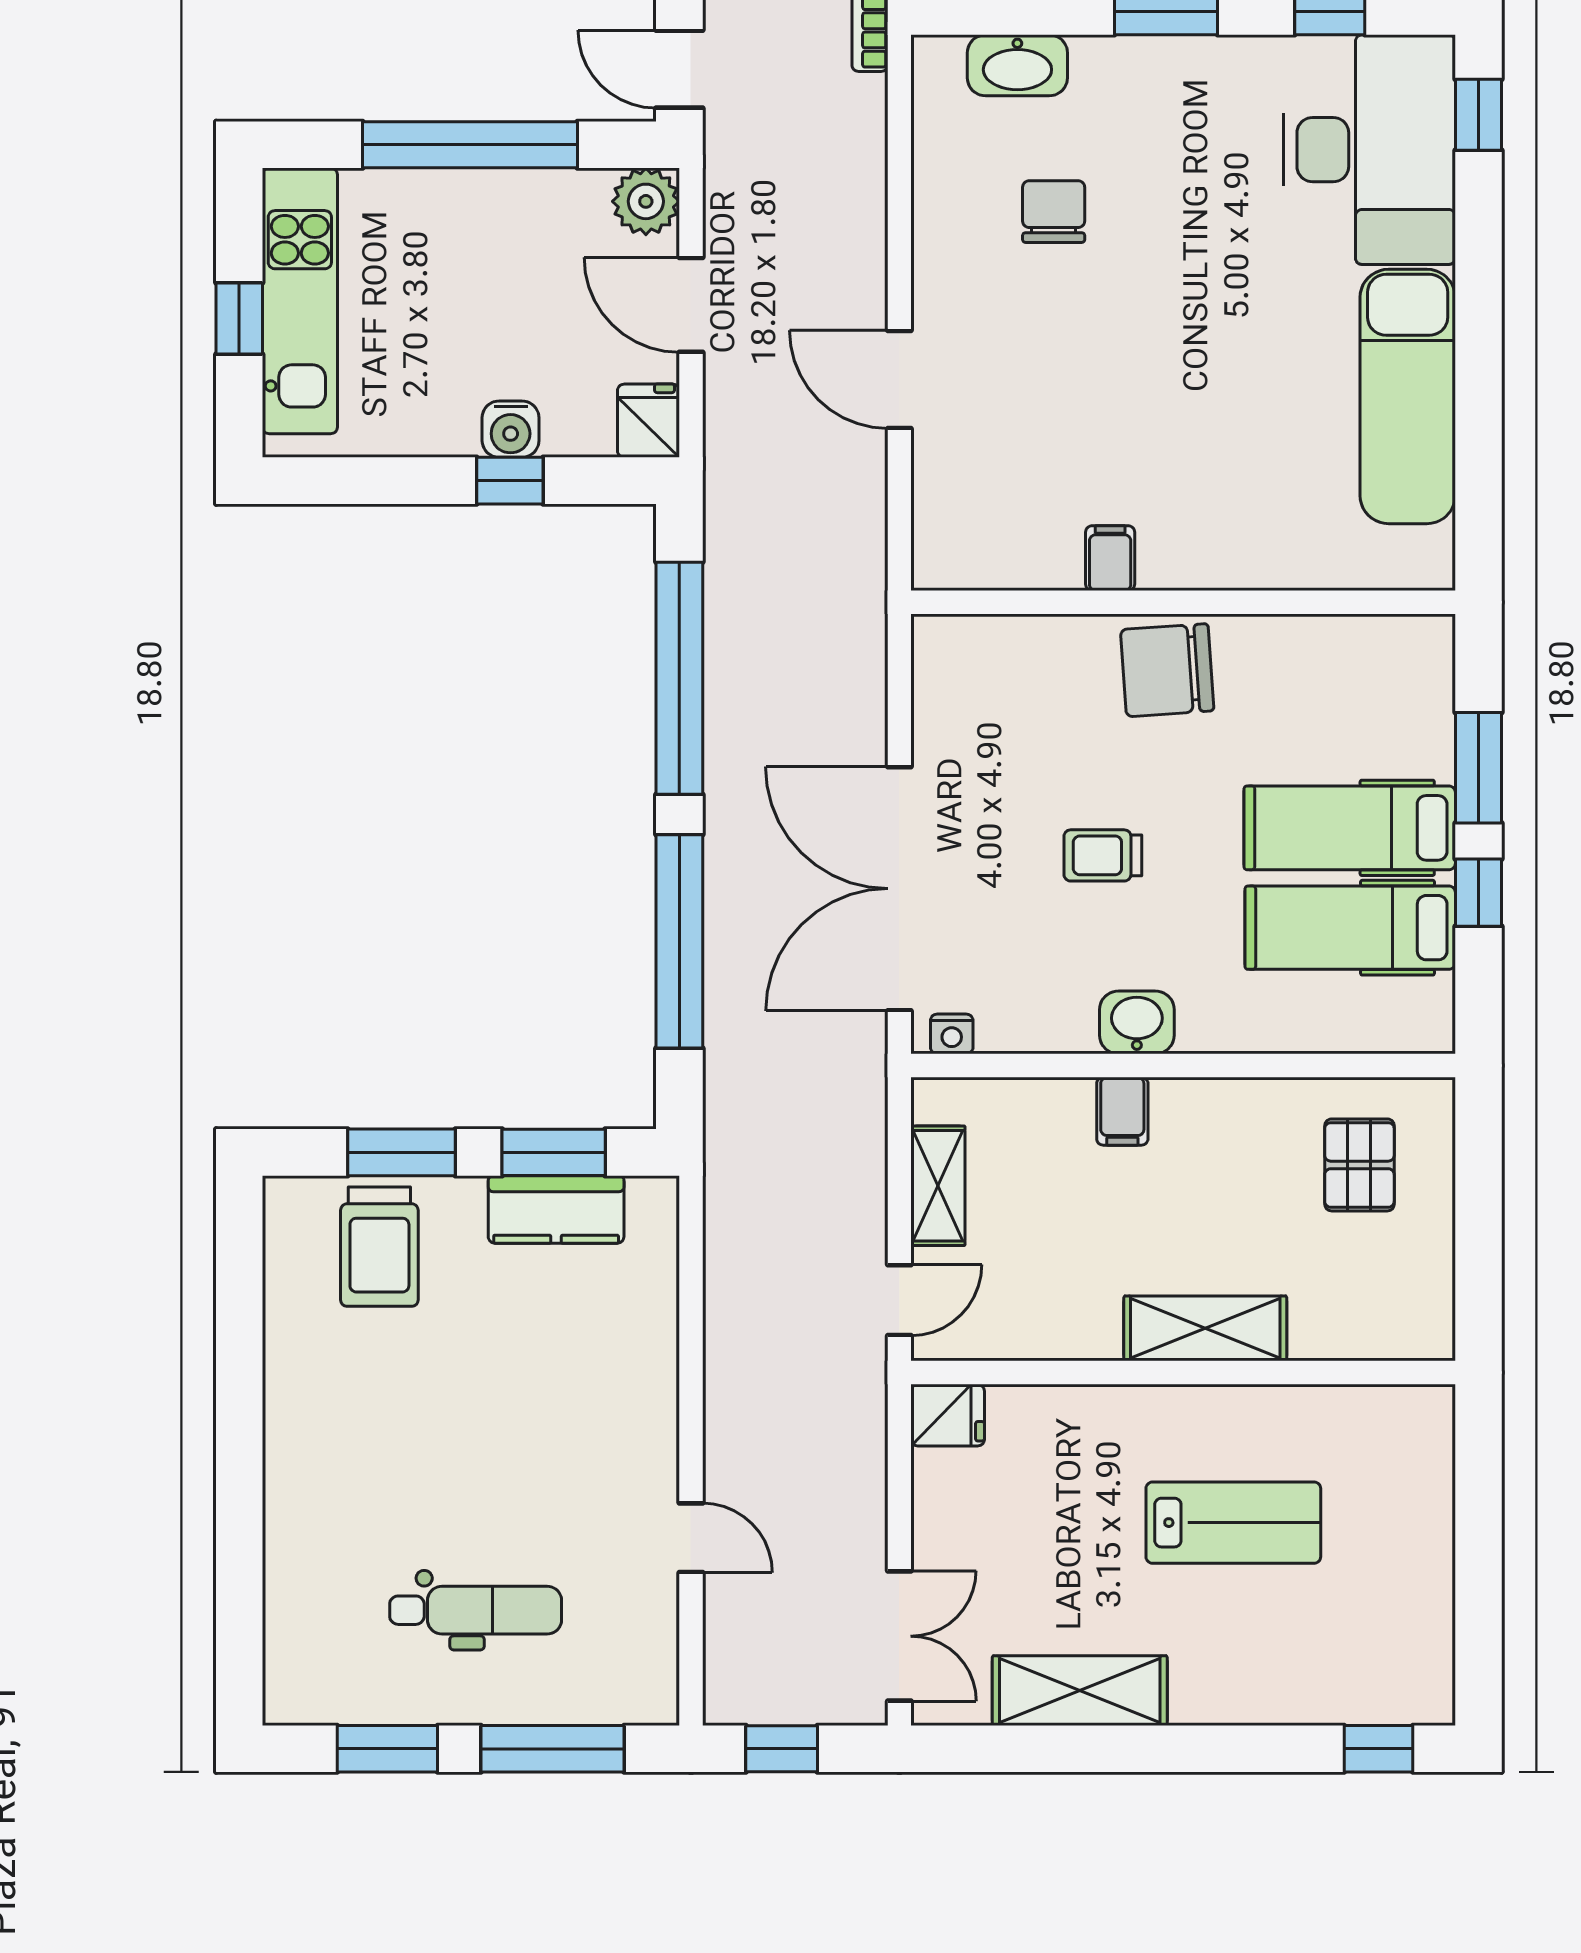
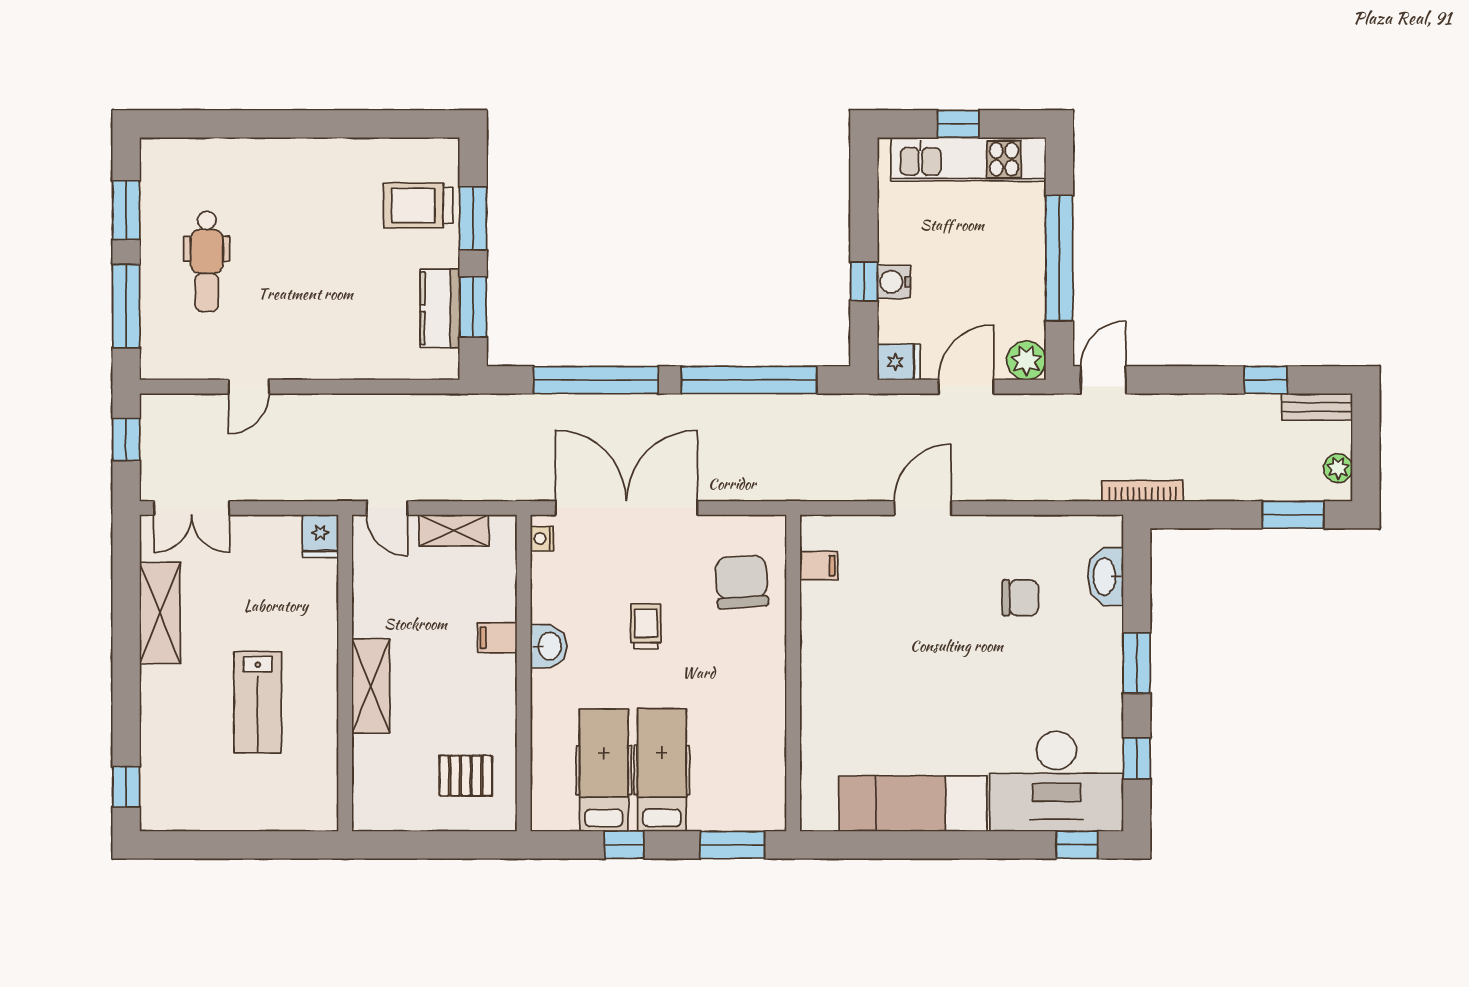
filing cabinet: (1110, 558) -> (819, 566), moved
chair: (1167, 670) -> (742, 582), moved
window: (1478, 768) -> (732, 845), moved

